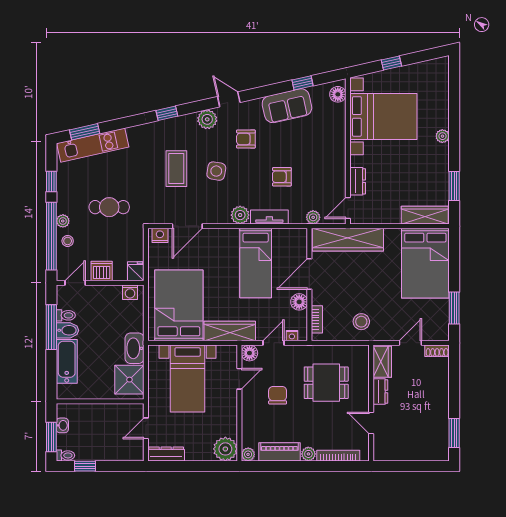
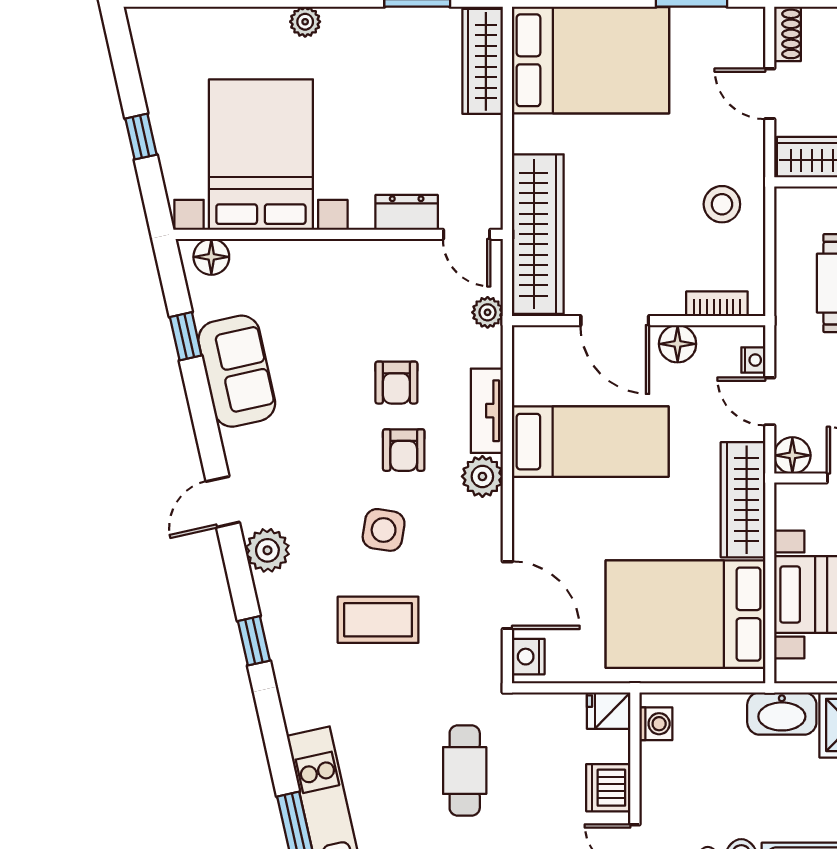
armchair: (246, 139) -> (404, 450), moved

